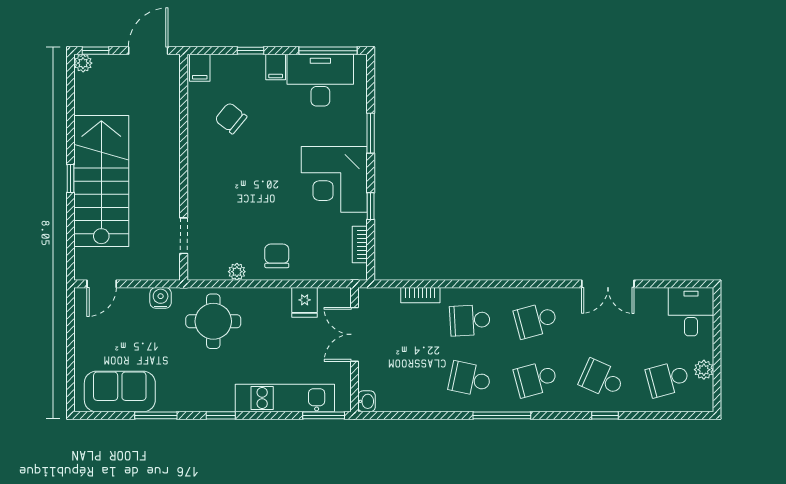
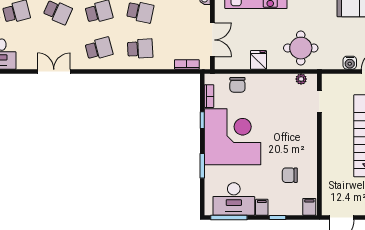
chair: (231, 118) -> (290, 175), turned 141
corner desk: (334, 179) -> (233, 137), width x1.36, depth x1.36
chair: (277, 256) -> (237, 85), moved
plant: (237, 272) -> (301, 79), moved
bookcase: (420, 295) -> (187, 64), moved
water cooler: (161, 298) -> (350, 63), moved
fridge: (305, 302) -> (258, 60), moved

